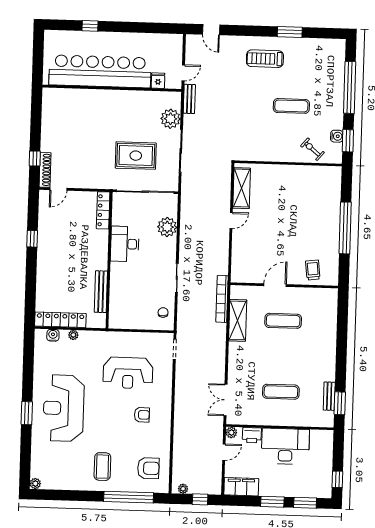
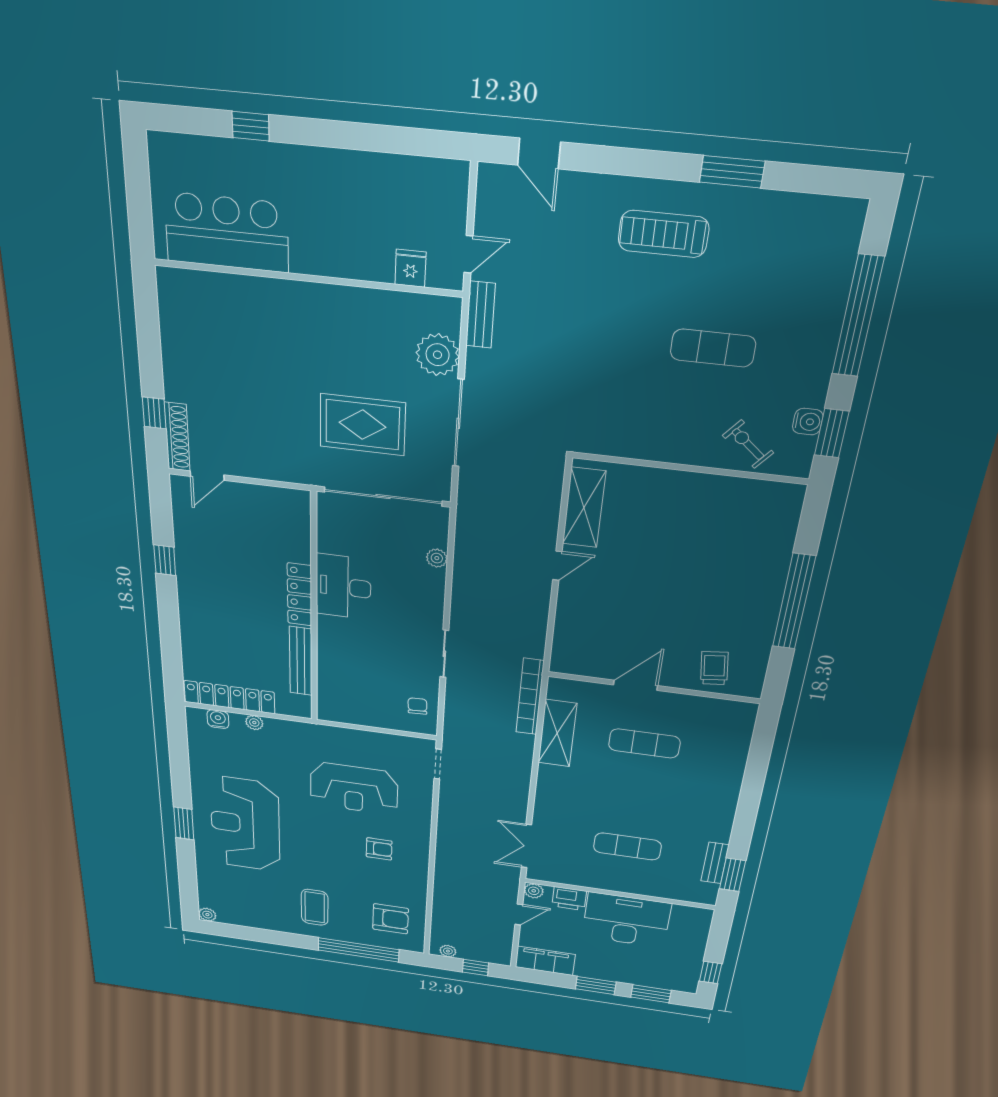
bar counter: (100, 71) -> (227, 232), width x0.54
locker: (103, 210) -> (300, 594), moved
plant: (167, 227) -> (437, 558), width x0.53, depth x0.53

